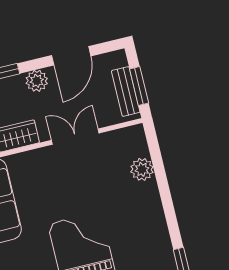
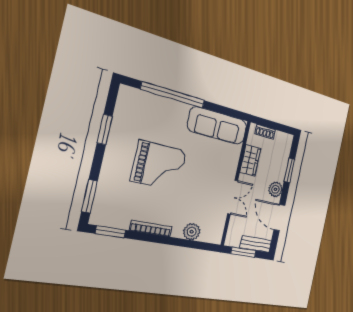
bench: (126, 91) -> (256, 244), moved
bookcase: (159, 221) -> (151, 229), added

